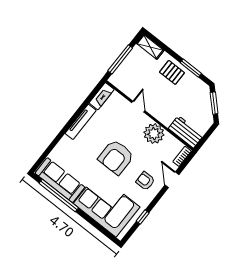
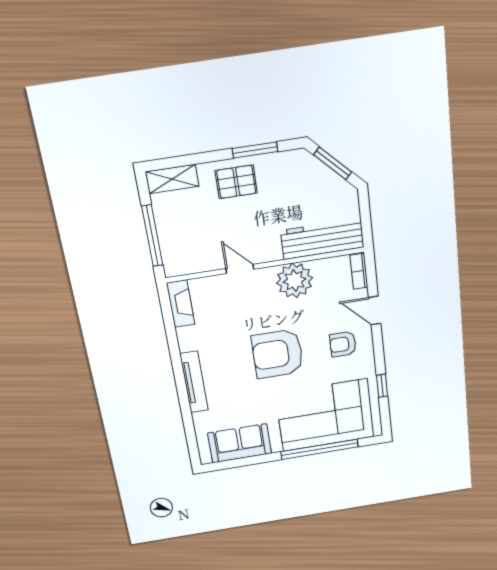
tv unit: (81, 122) -> (194, 382), moved
workbench: (186, 132) -> (322, 239), width x1.38
armchair: (116, 157) -> (278, 354), turned 90
sofa: (60, 180) -> (240, 443), width x0.73
window: (59, 196) -> (320, 449), moved

